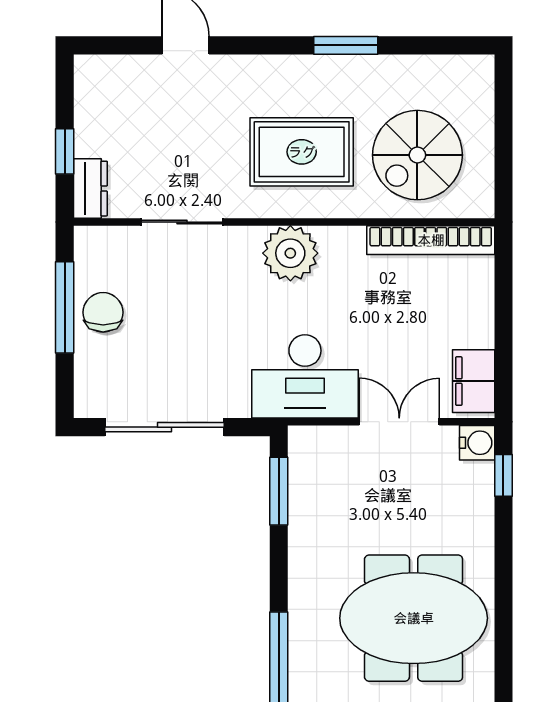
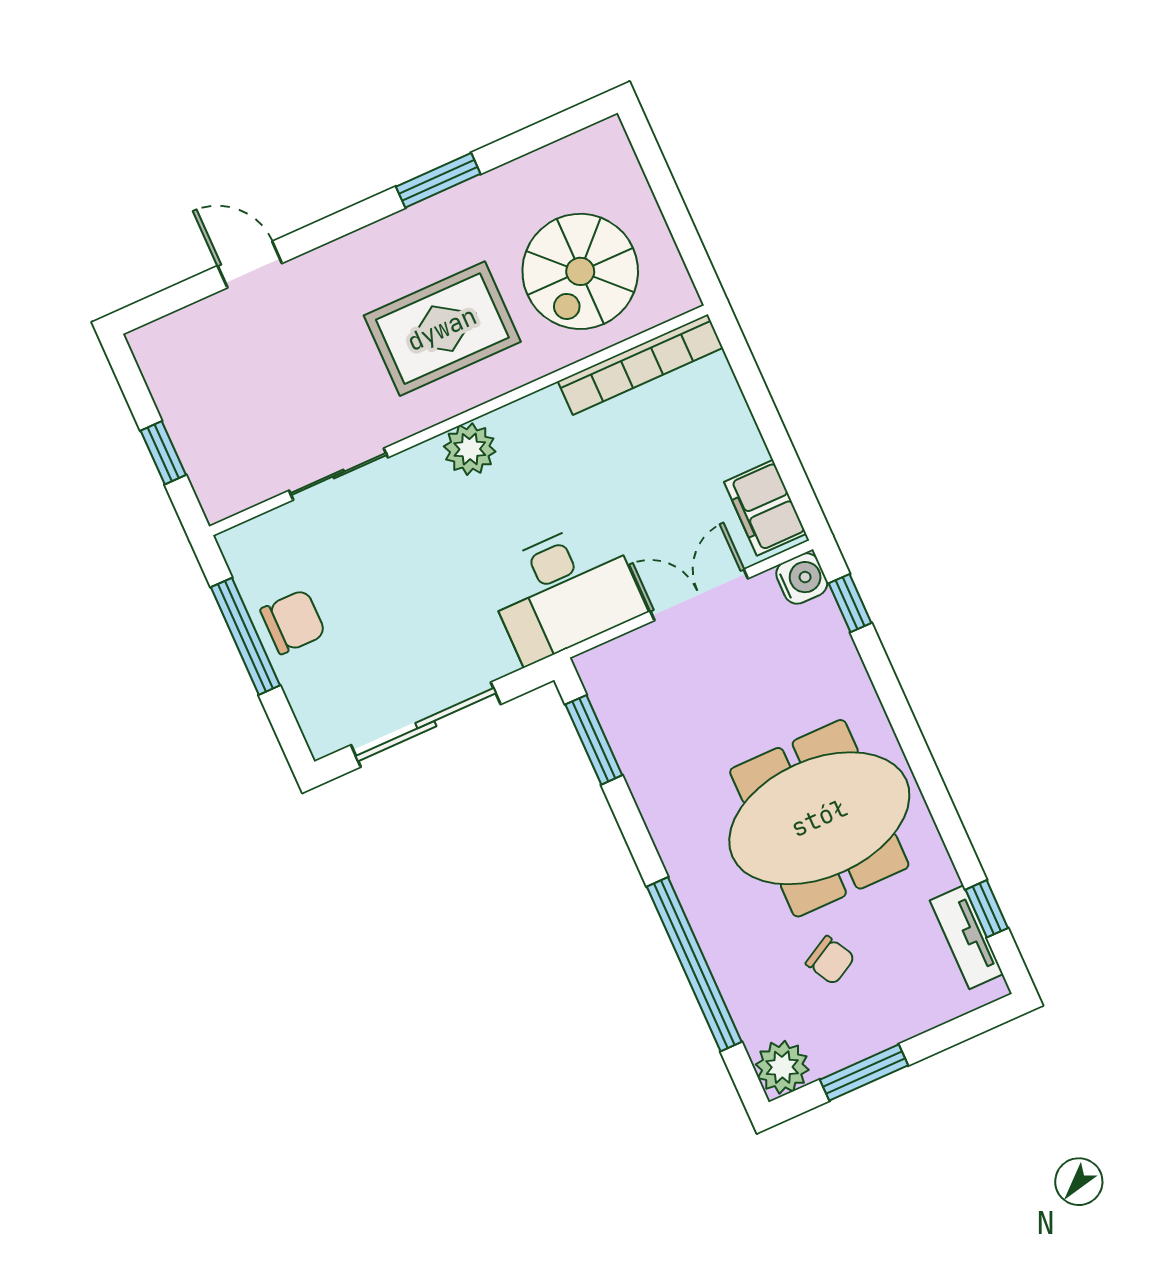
dresser: (90, 189) -> (213, 483), removed
plant: (290, 253) -> (470, 449), width x0.73, depth x0.73
chair: (103, 312) -> (293, 622), turned 90

